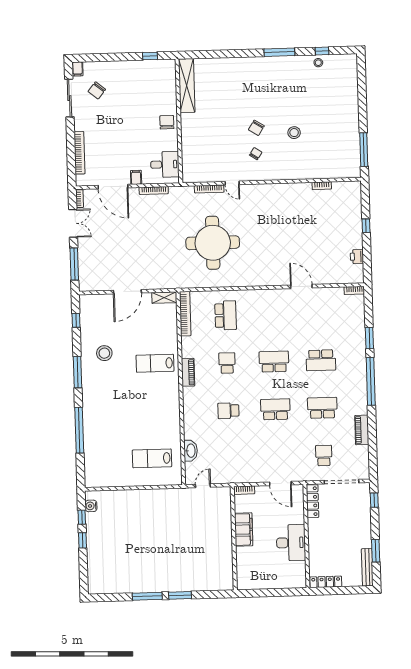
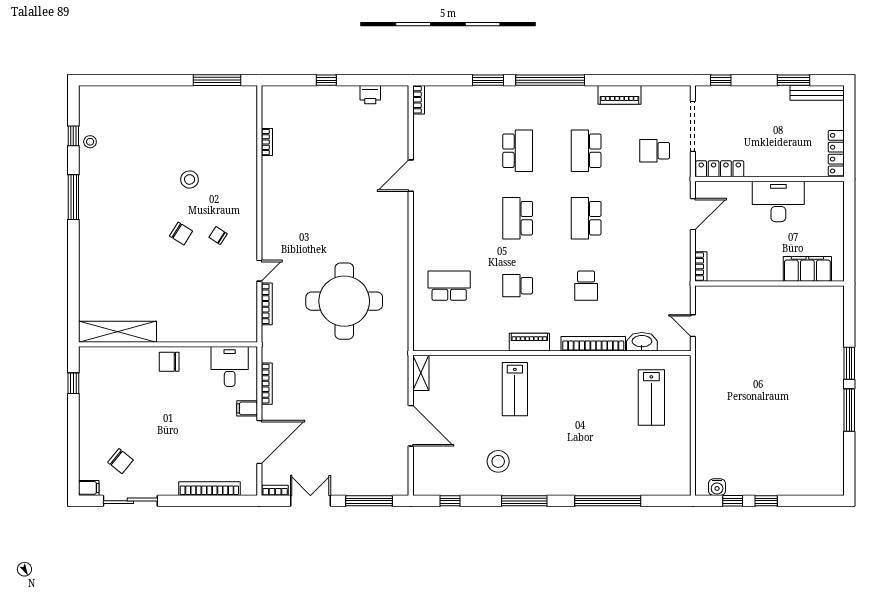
bookcase: (185, 314) -> (593, 344), moved
filing cabinet: (244, 529) -> (807, 269), moved

